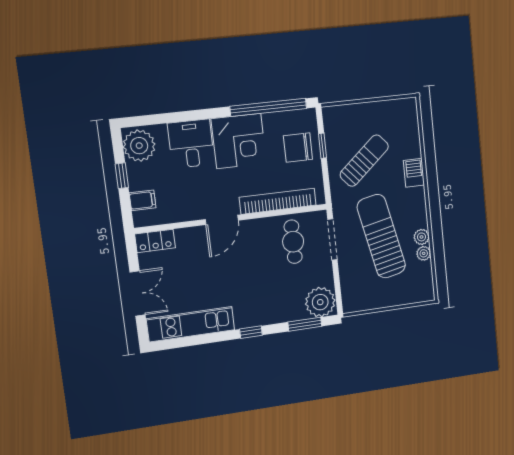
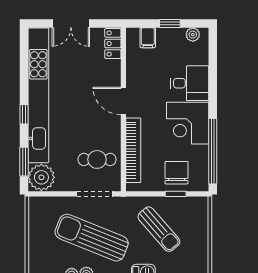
plant: (139, 146) -> (193, 35), width x0.53, depth x0.53
sun lounger: (381, 236) -> (92, 238), turned -146
kitchen unit: (191, 324) -> (38, 95), width x1.86

